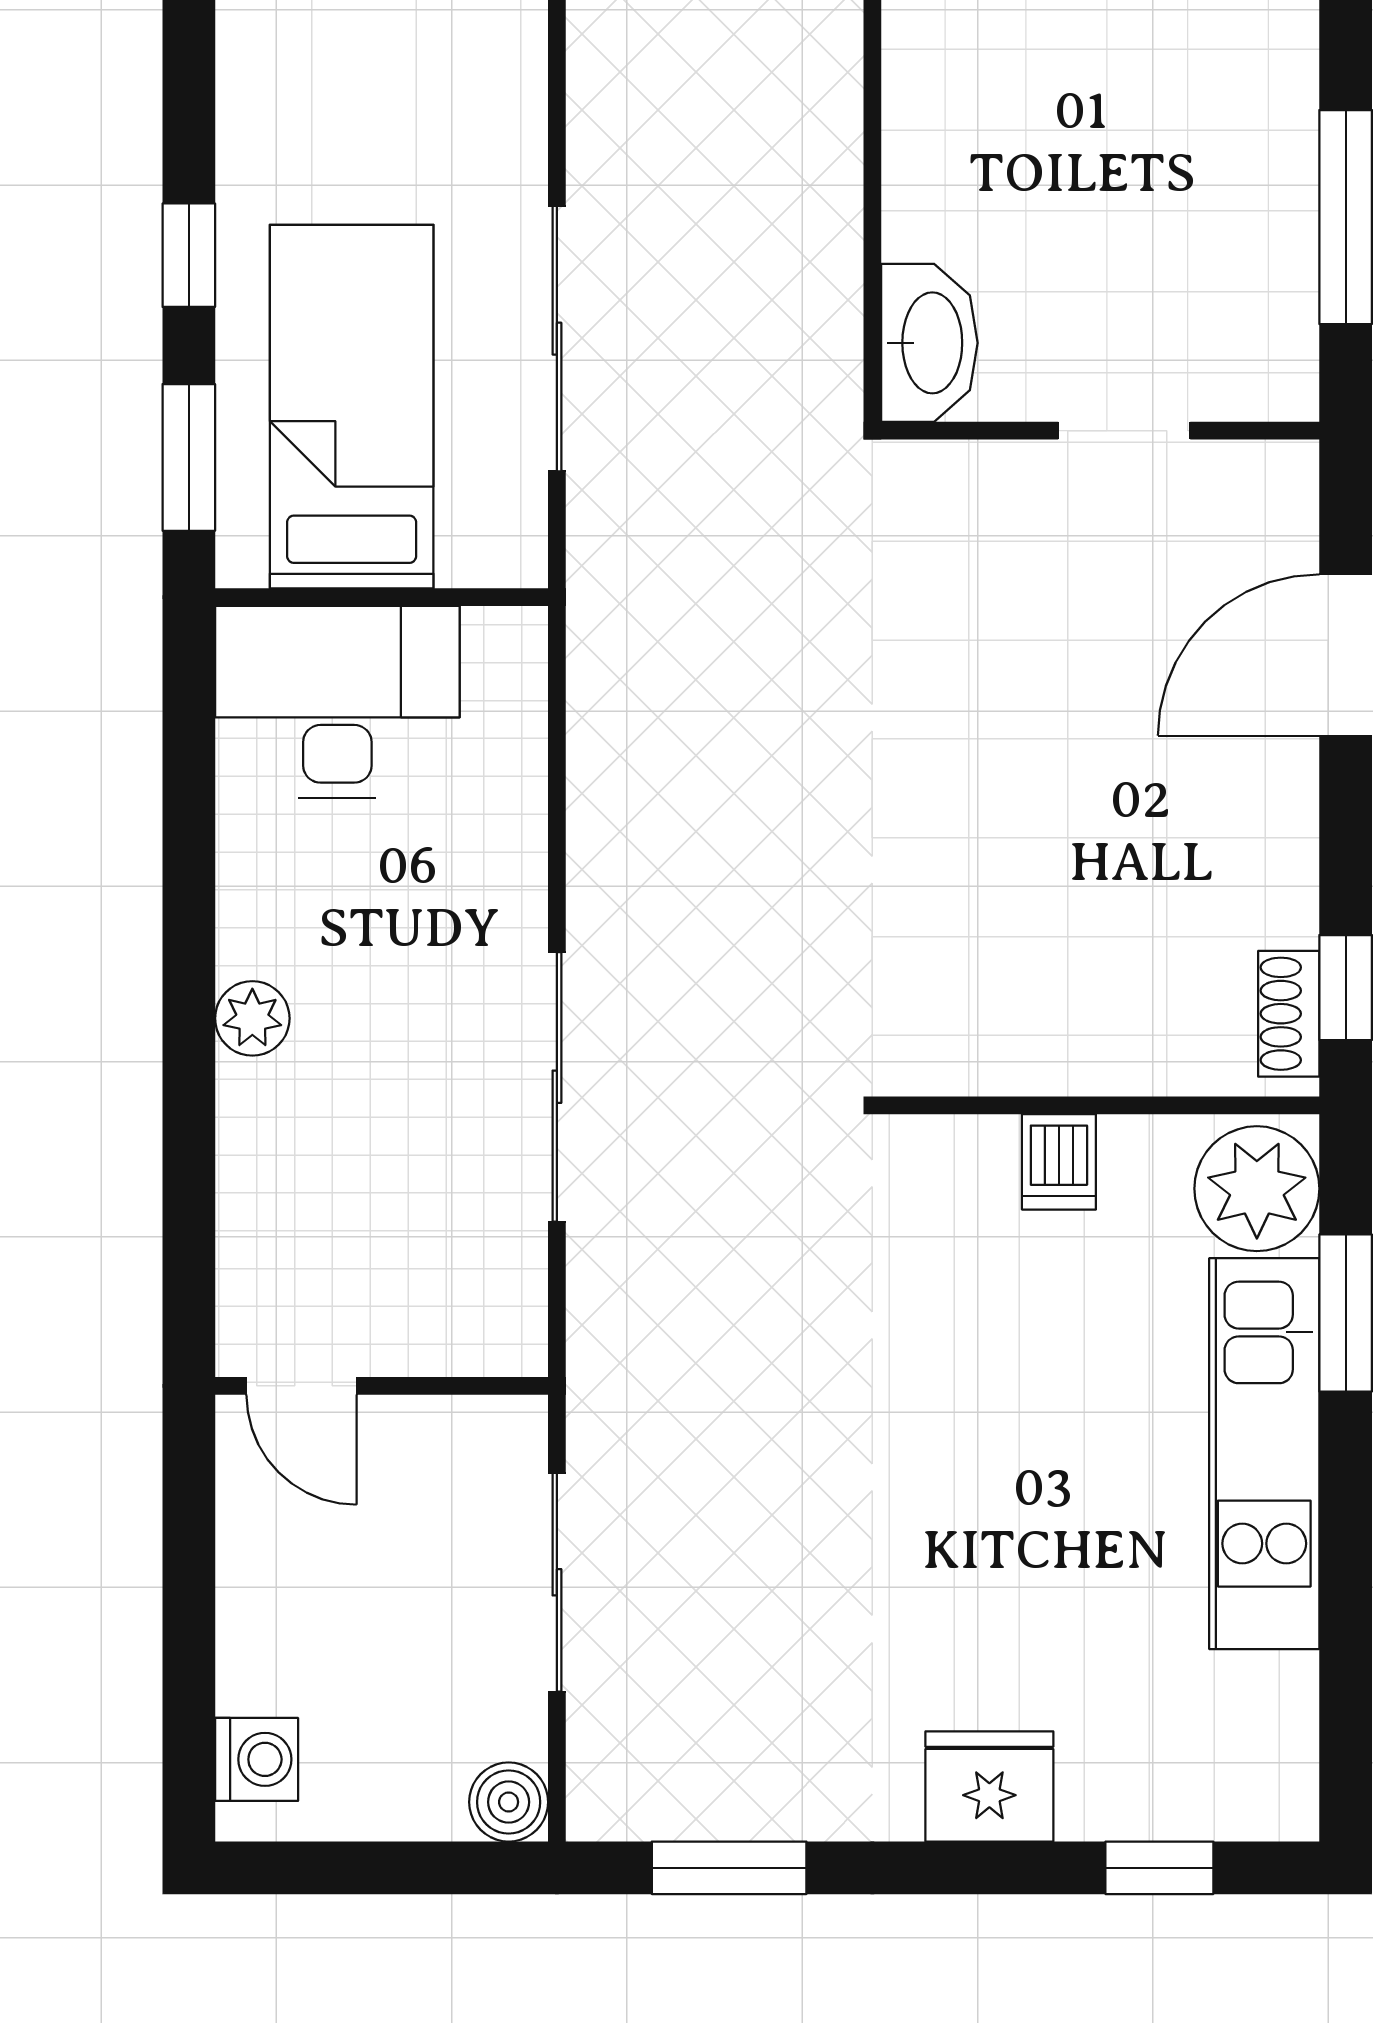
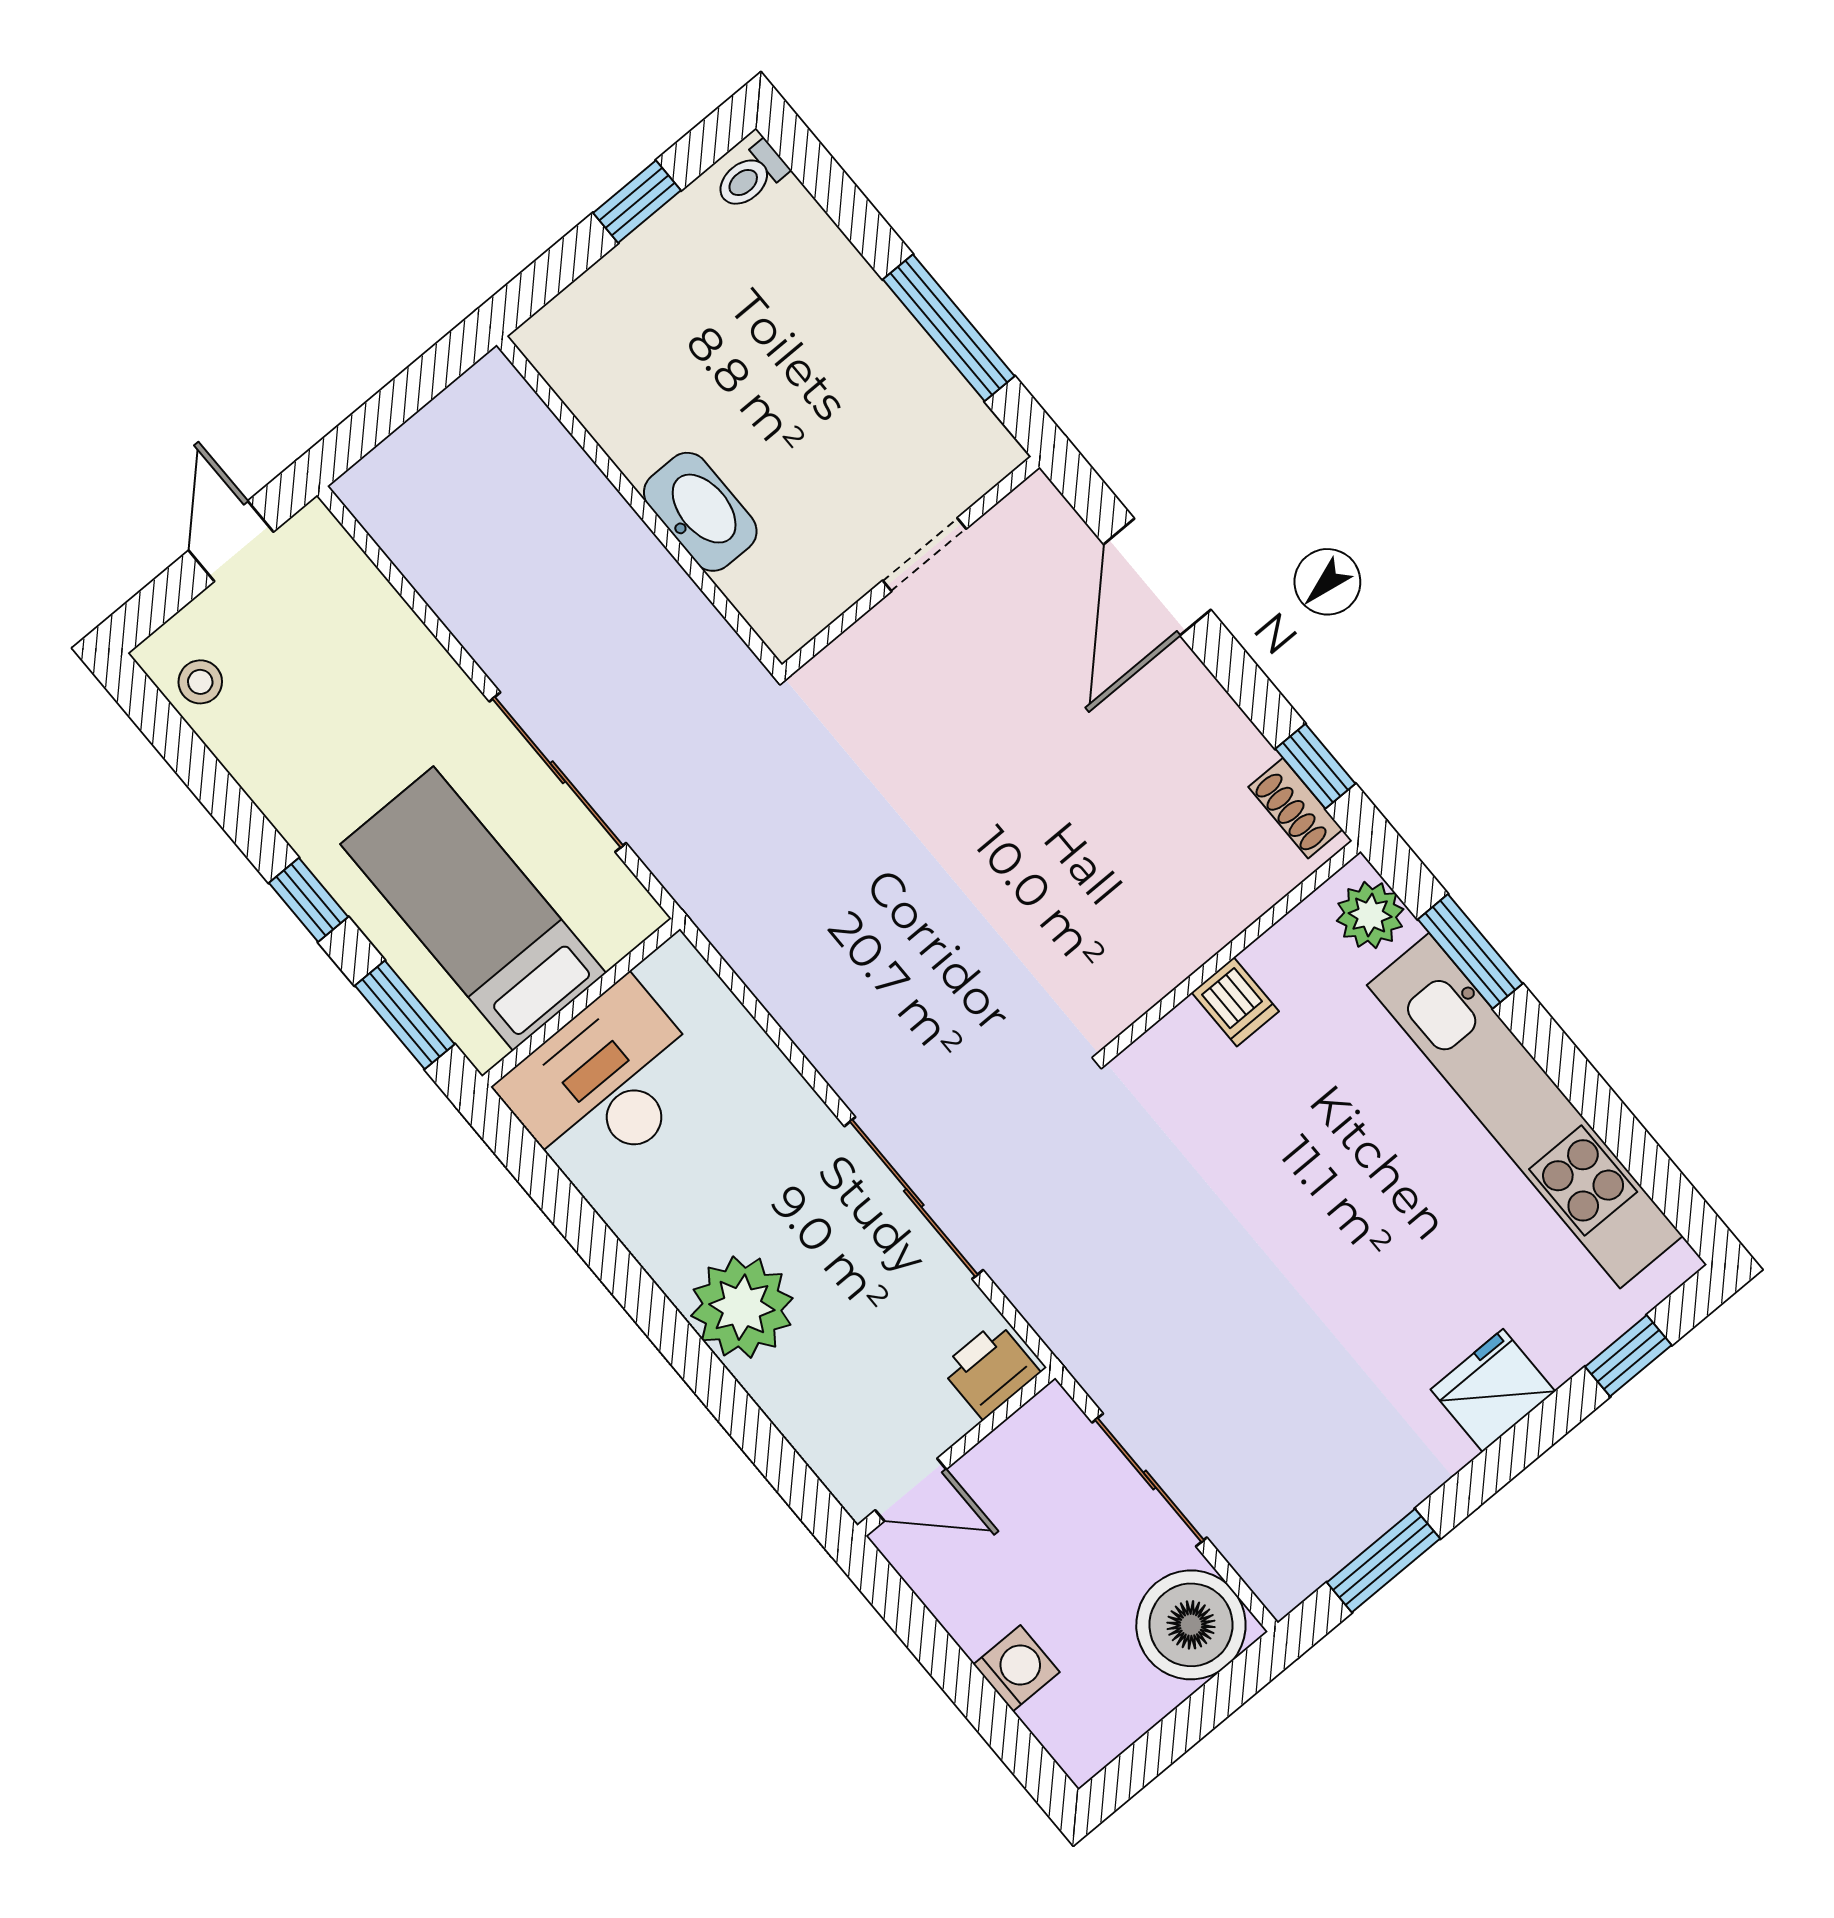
washbasin: (929, 343) -> (700, 512), moved
plant: (252, 1018) -> (742, 1307), width x1.88, depth x1.88
plant: (1257, 1189) -> (1370, 915), width x0.73, depth x0.73
printer: (487, 1331) -> (990, 1370), added
kitchen unit: (1264, 1454) -> (1525, 1111), width x1.36
washing machine: (257, 1759) -> (1016, 1668), moved
boiler: (509, 1802) -> (1191, 1625), width x1.86, depth x1.86

